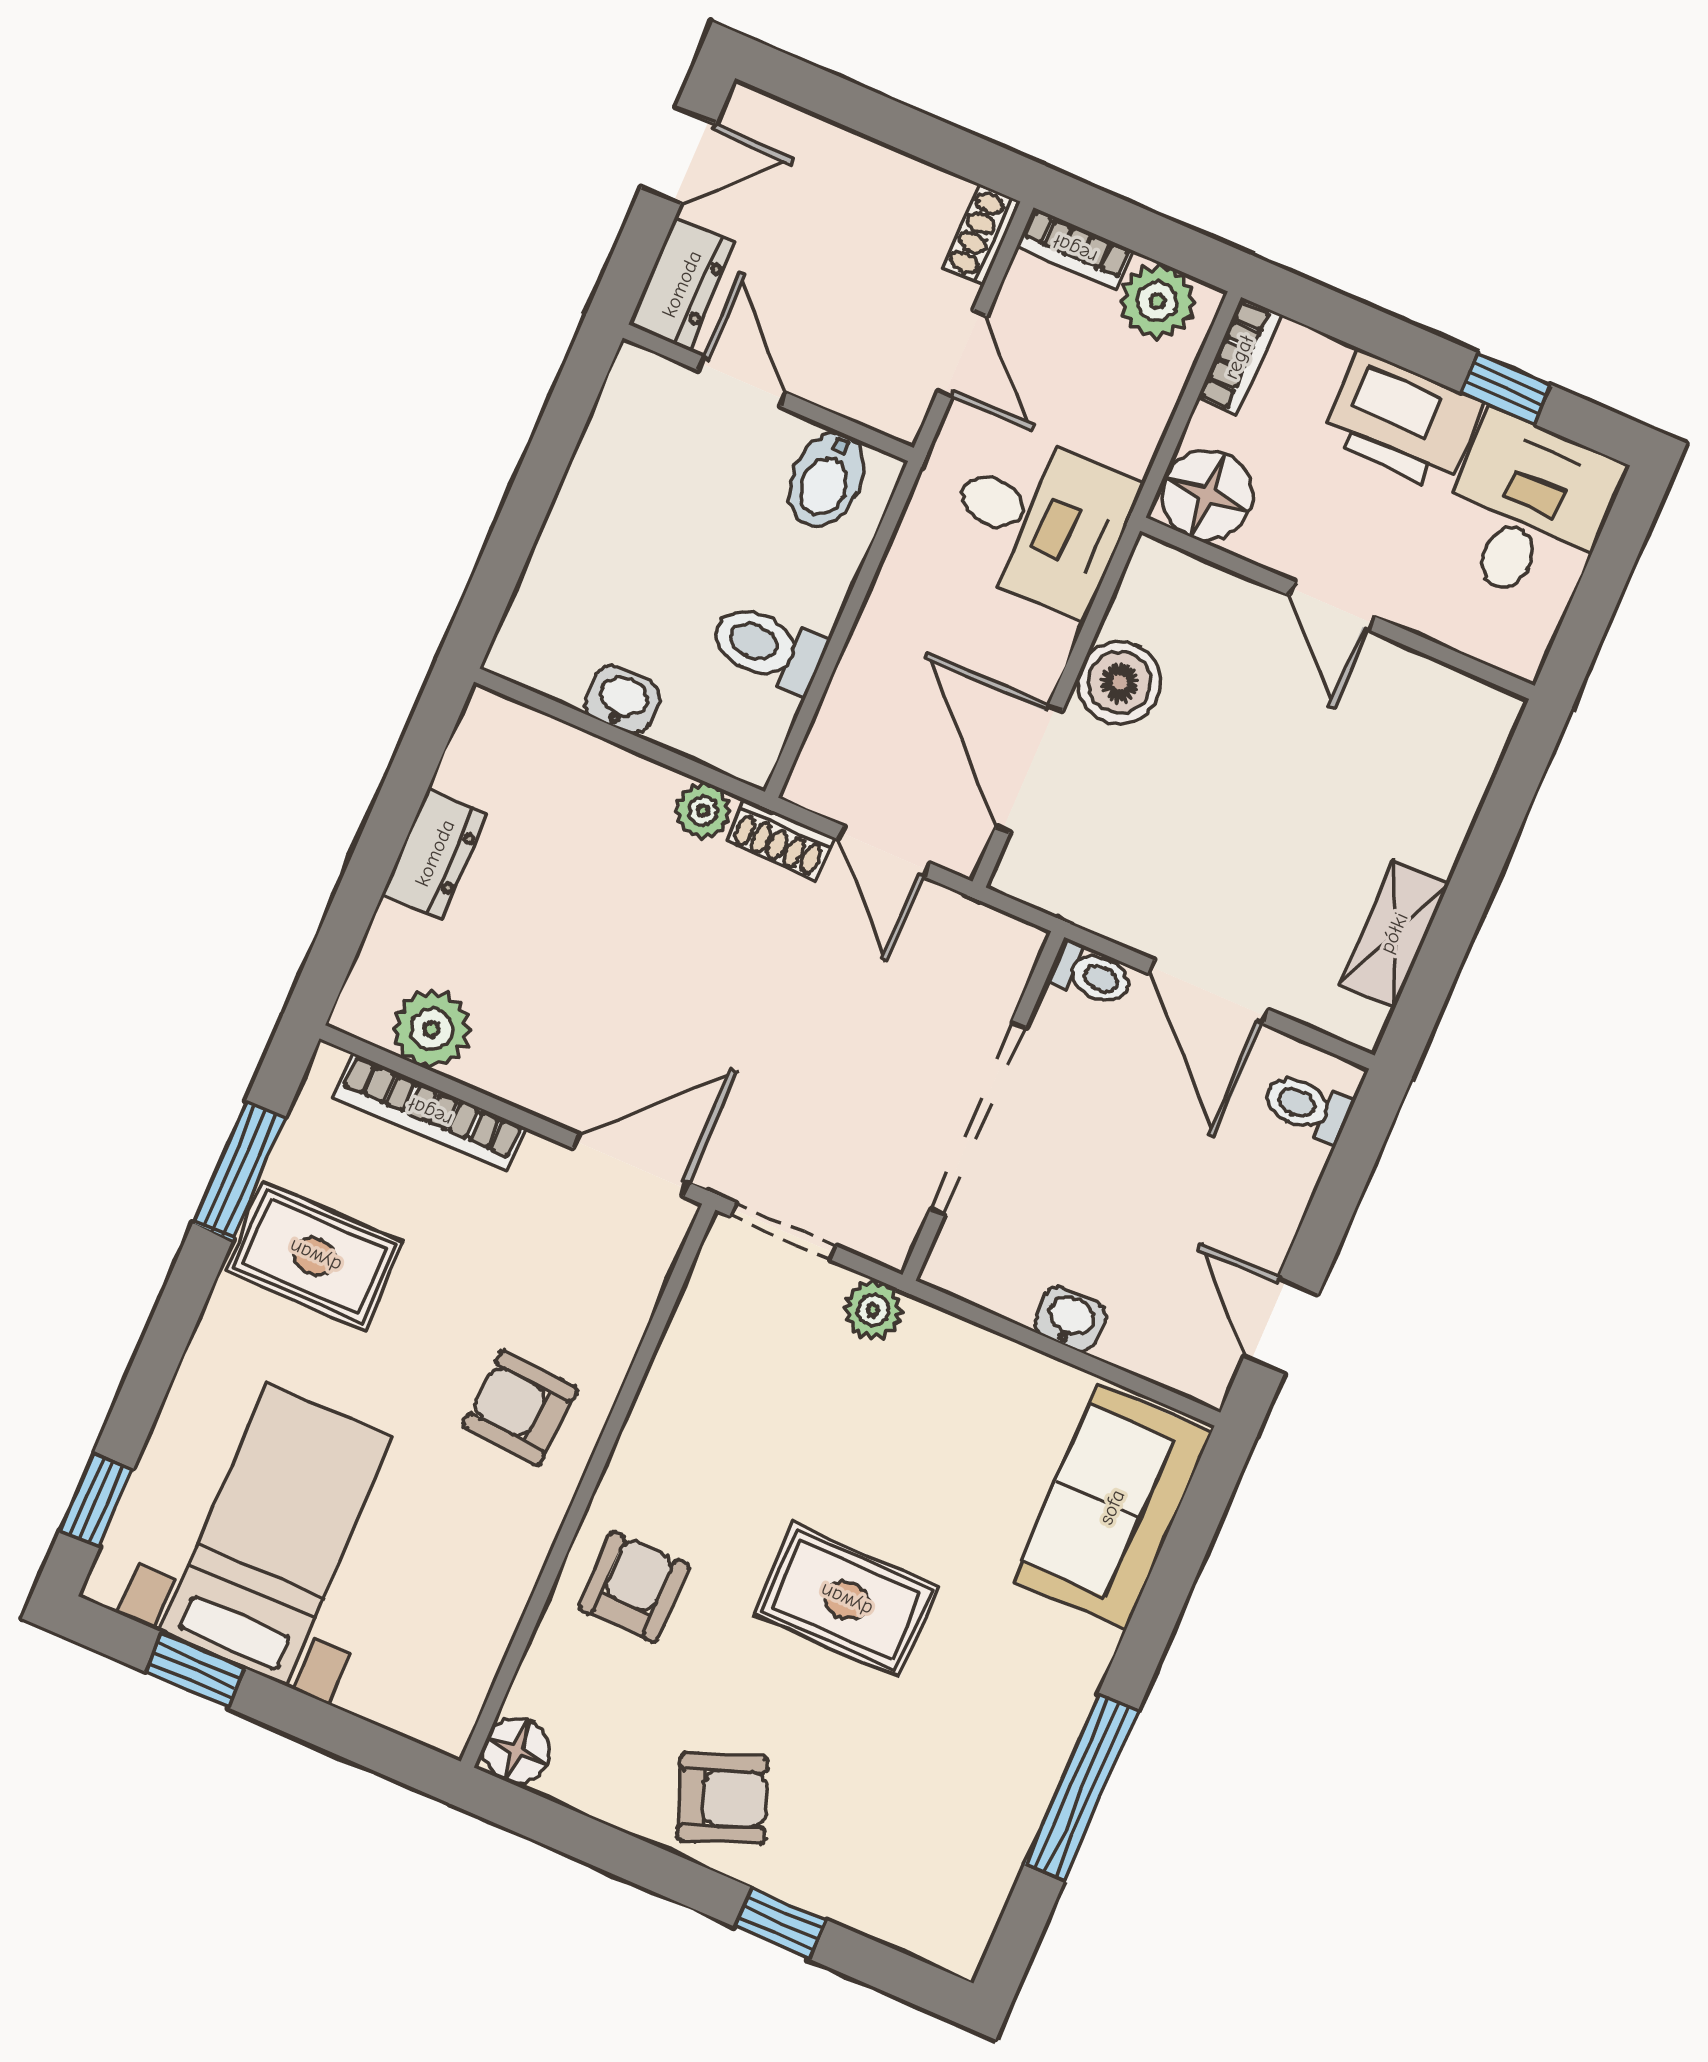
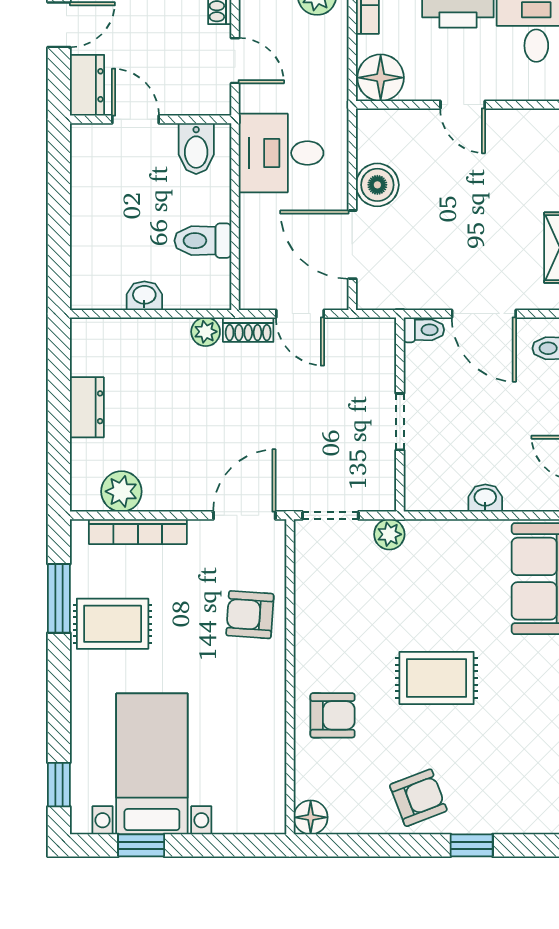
desk: (1039, 522) -> (281, 153), moved, turned 180
doorway: (978, 1119) -> (400, 422), width x0.53
armchair: (520, 1408) -> (250, 615), moved
armchair: (634, 1587) -> (333, 715), turned 90

